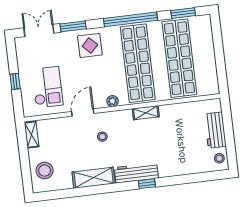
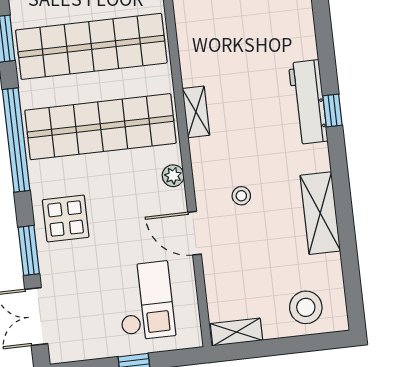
checkout: (47, 87) -> (145, 301), turned 90
workbench: (136, 173) -> (308, 102), moved

